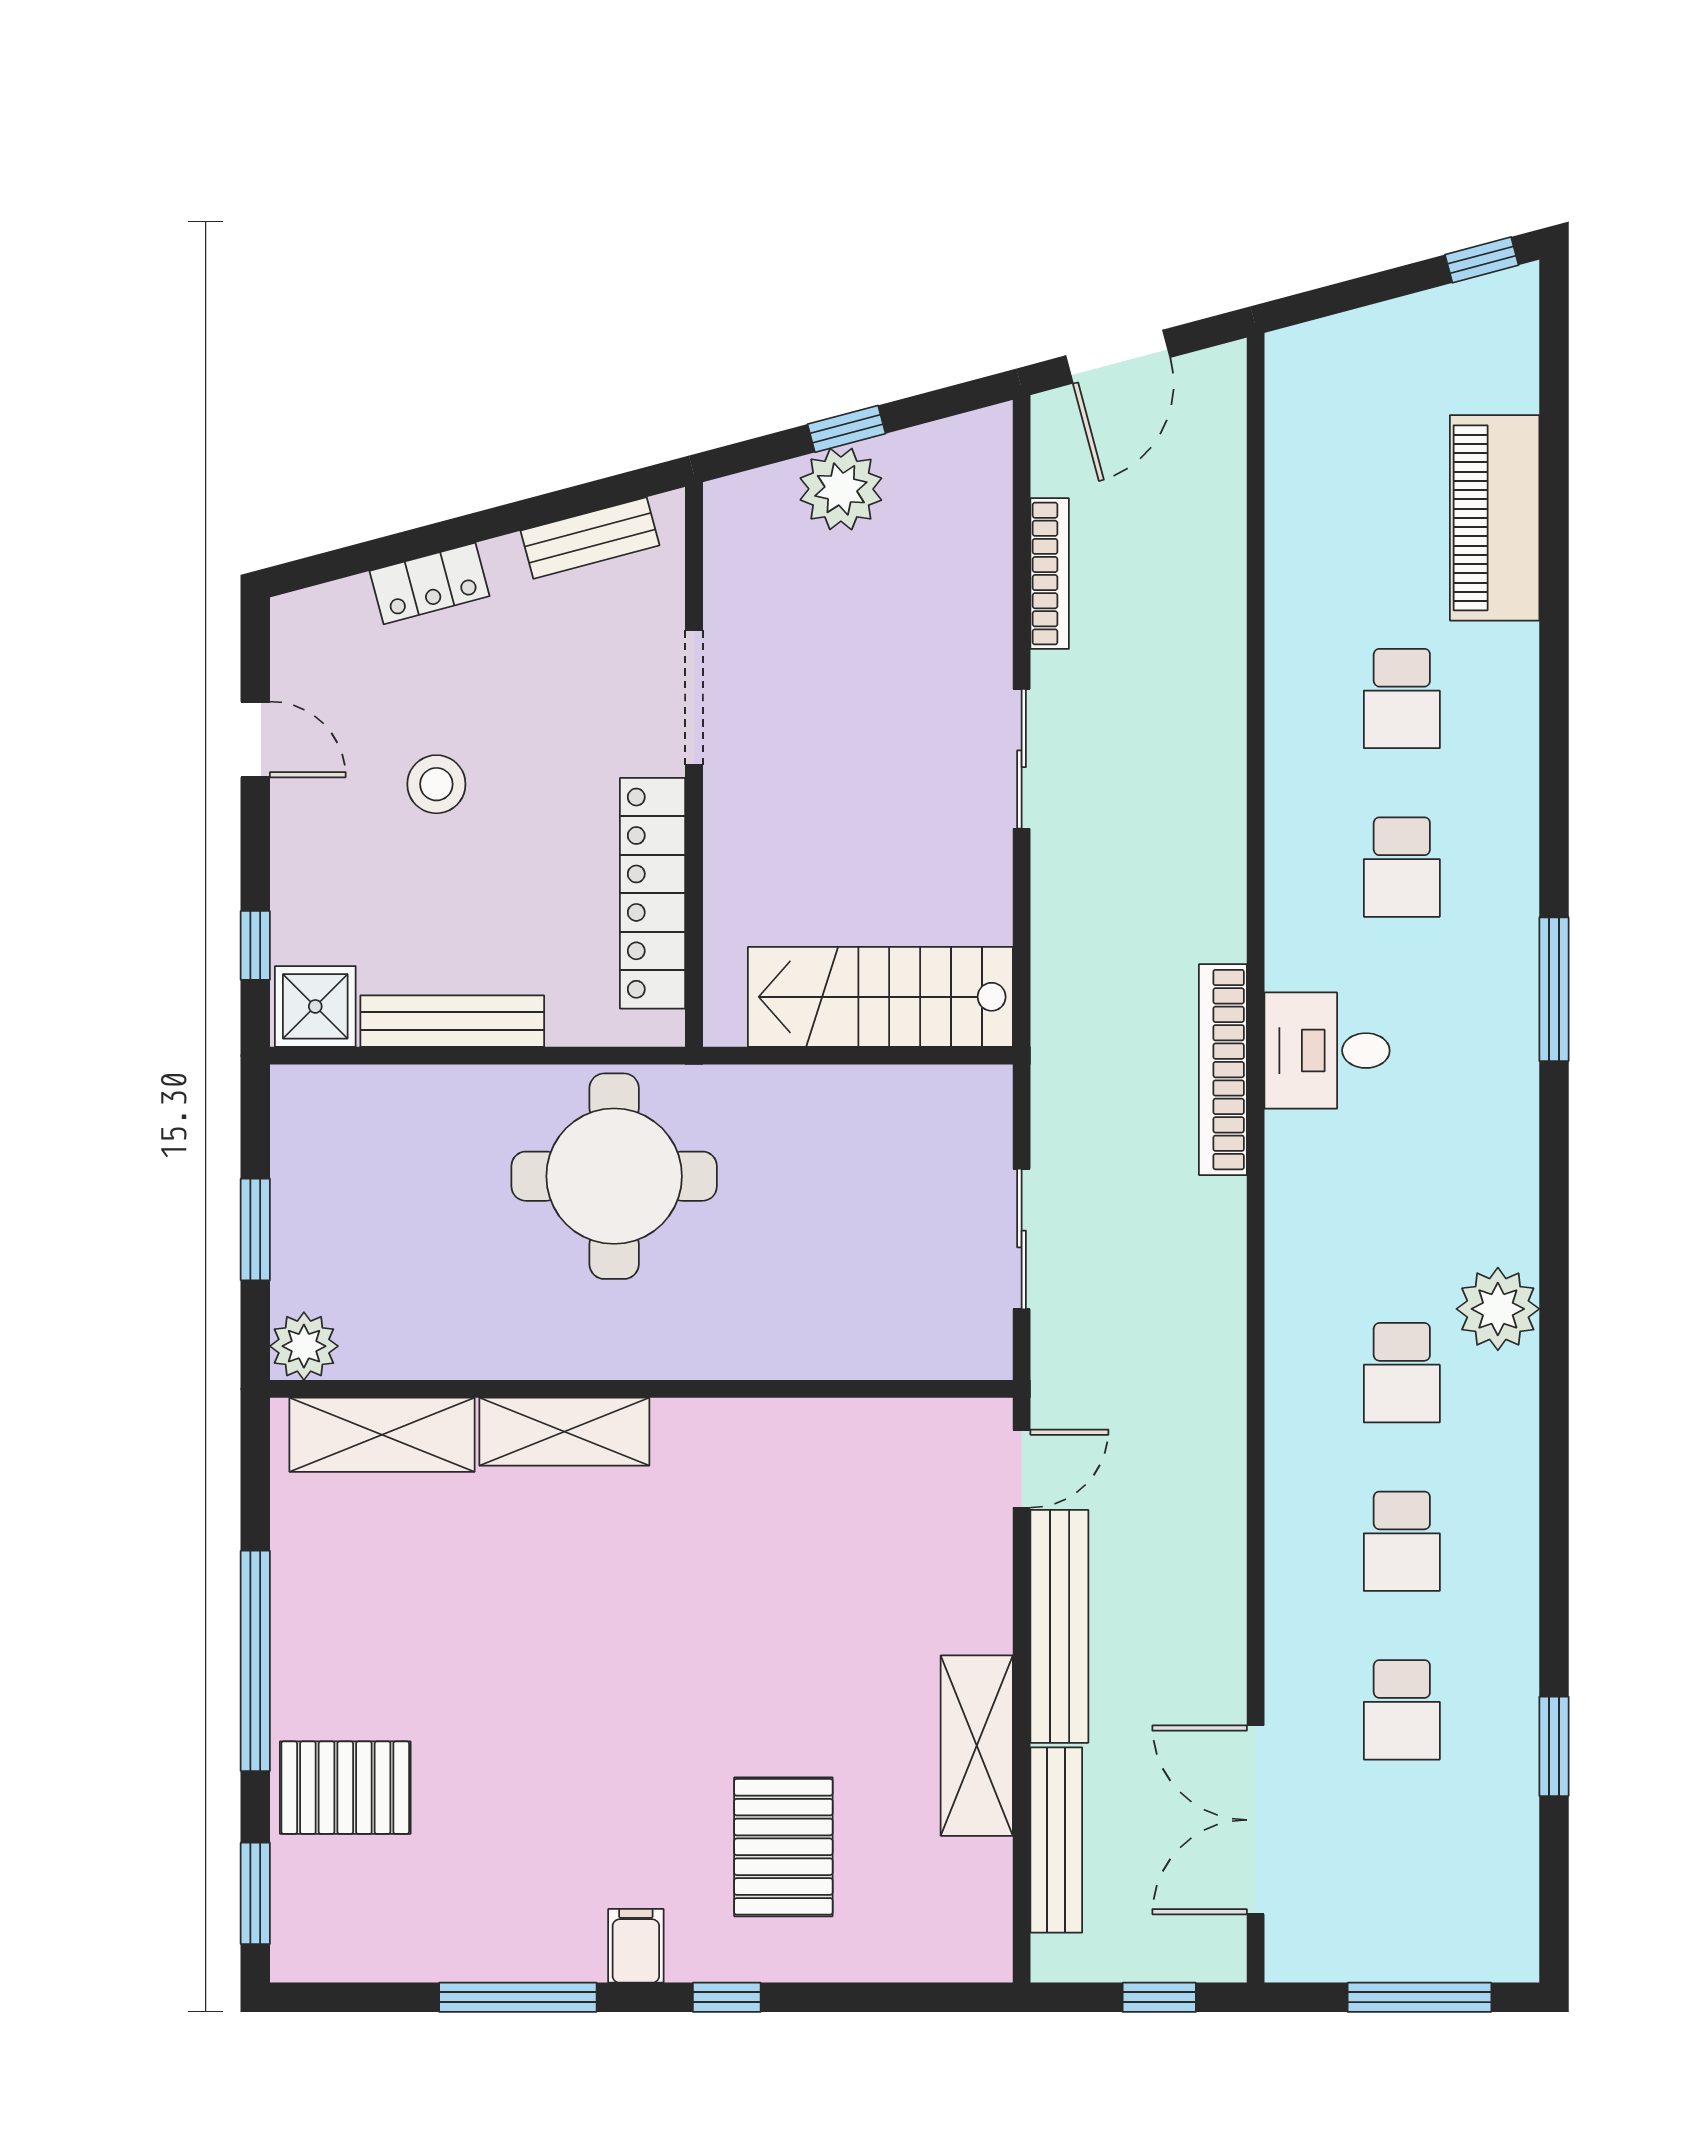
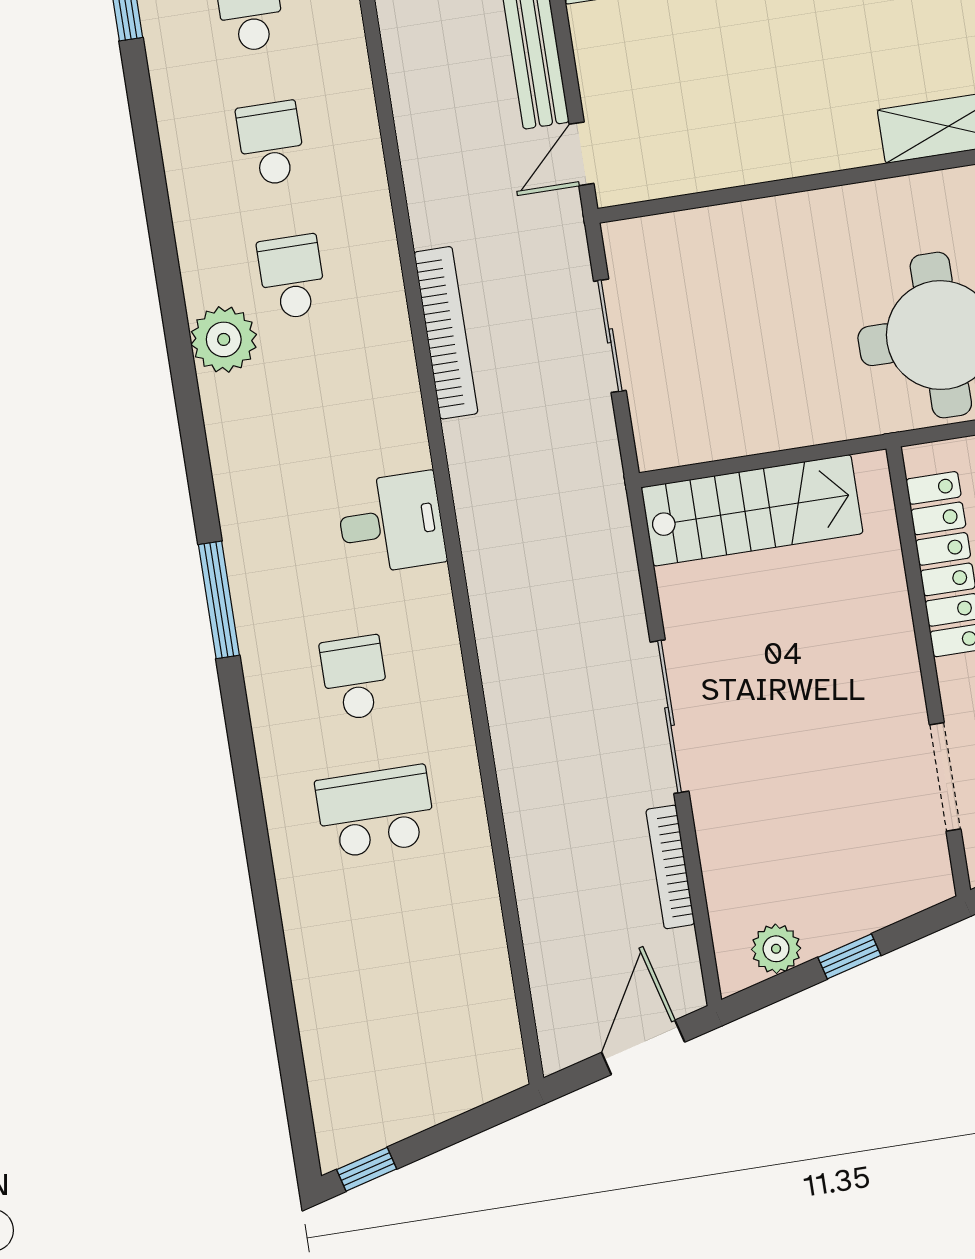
plant: (841, 489) -> (776, 949), moved, width x0.73, depth x0.73
piano: (1495, 518) -> (324, 966), removed
doorway: (694, 698) -> (945, 777), moved
school desk: (1402, 699) -> (376, 812), width x1.85
sliding door: (1022, 759) -> (670, 717), width x1.37
bookcase: (1223, 1070) -> (446, 333), moved

